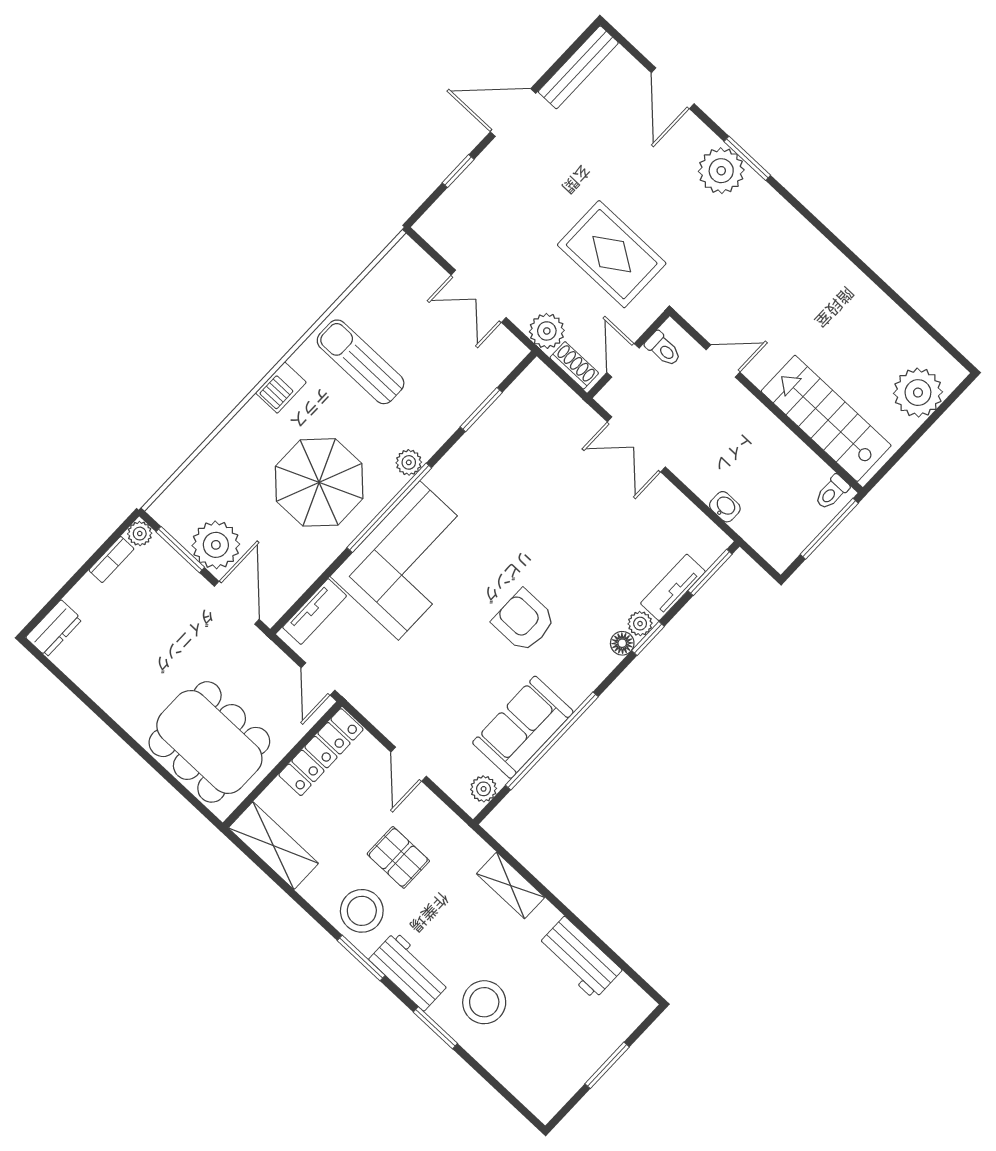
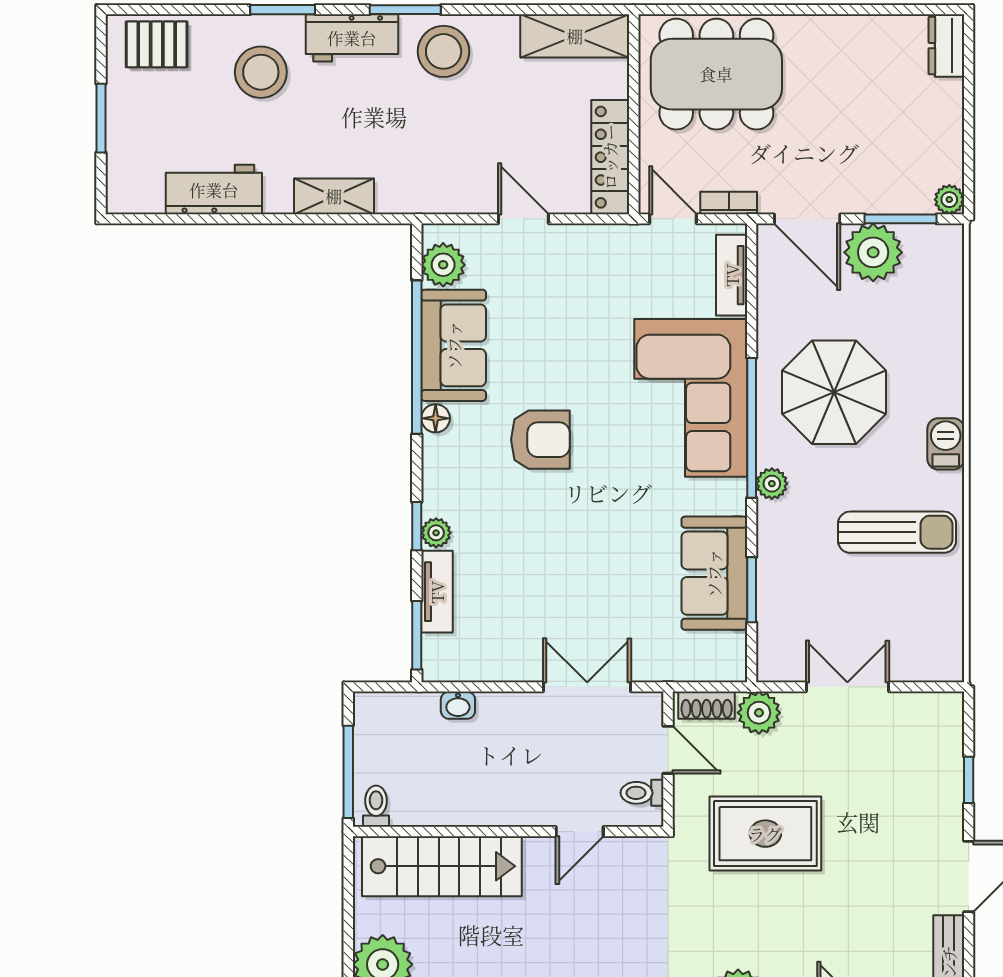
sofa: (494, 441) -> (714, 573), added
bookcase: (111, 560) -> (729, 203), moved, turned 90
floor lamp: (622, 643) -> (436, 418), moved
plant: (484, 789) -> (443, 265), width x1.38, depth x1.38
pallet: (398, 857) -> (157, 44), moved

